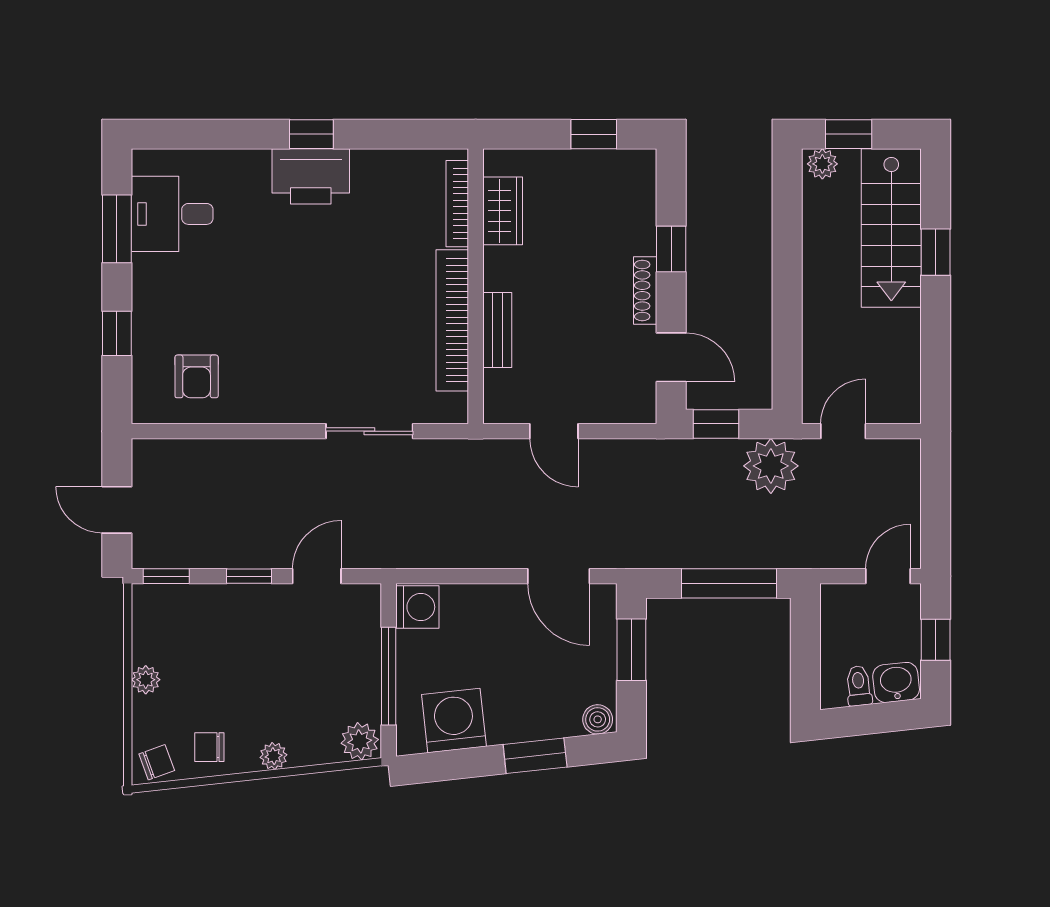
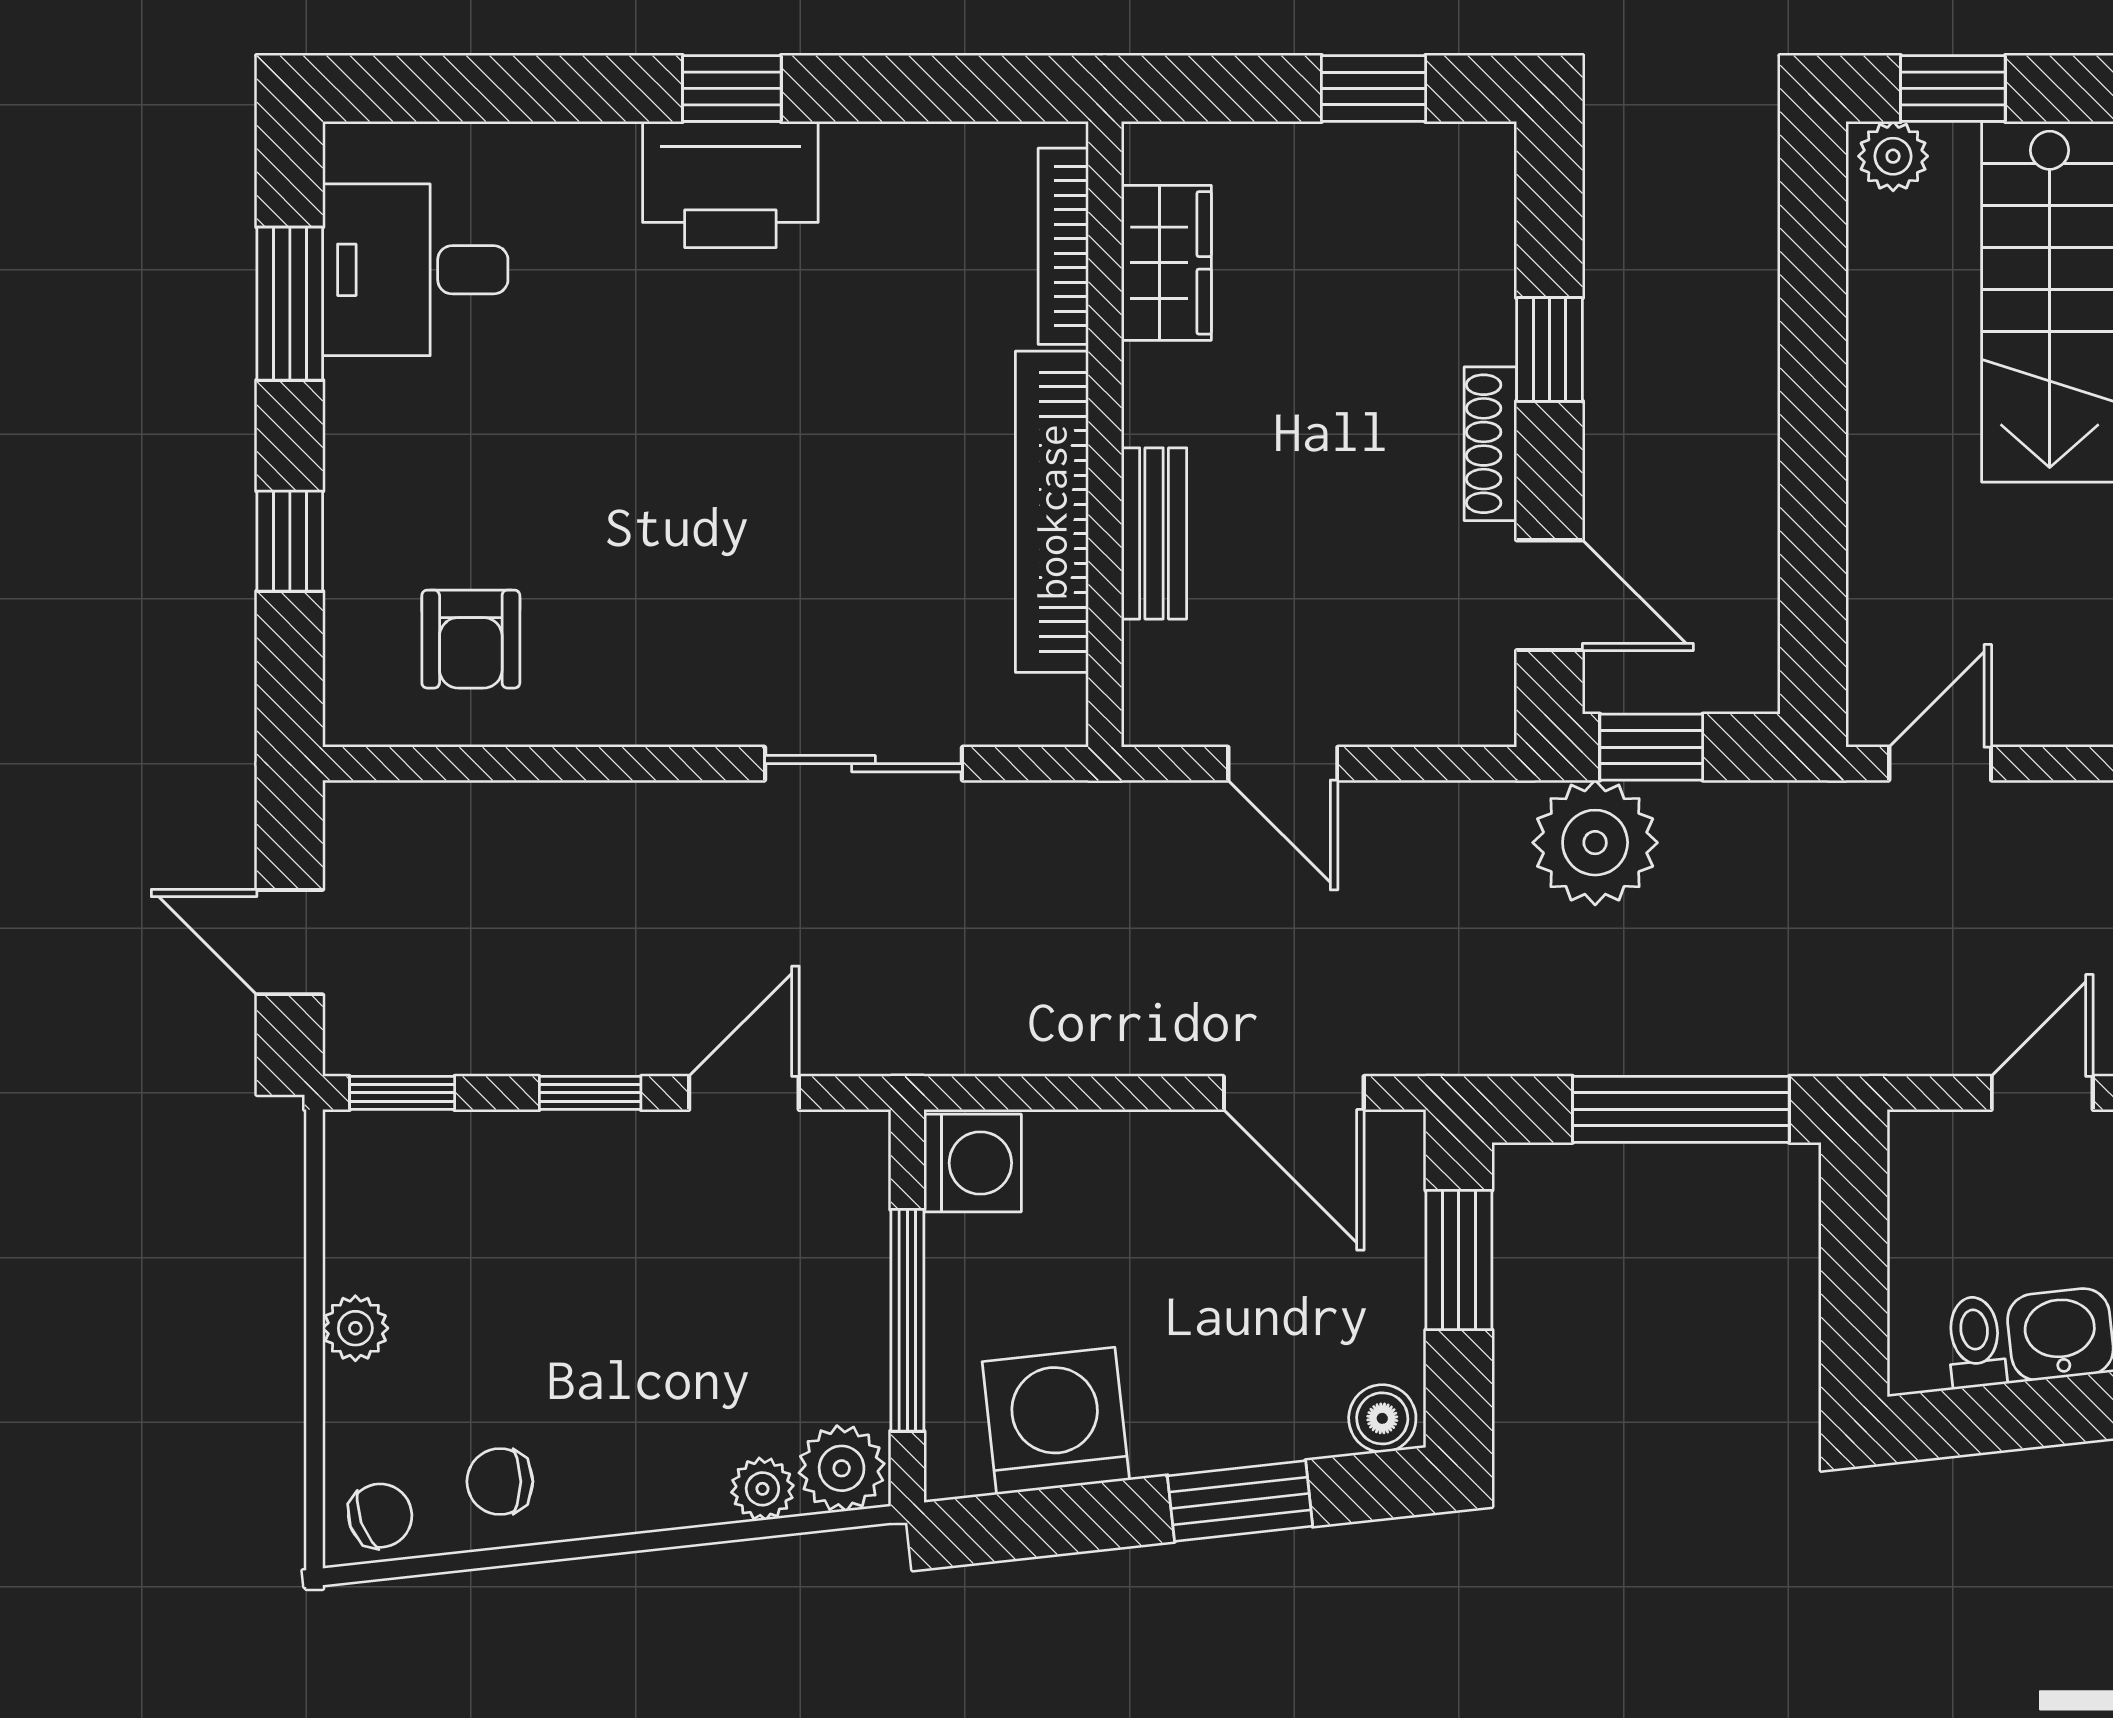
plant: (771, 466) -> (1595, 843), moved
plant: (274, 756) -> (762, 1489), moved

